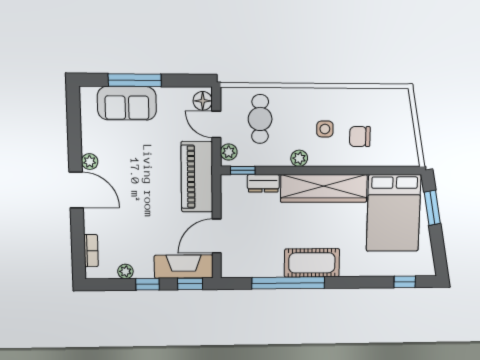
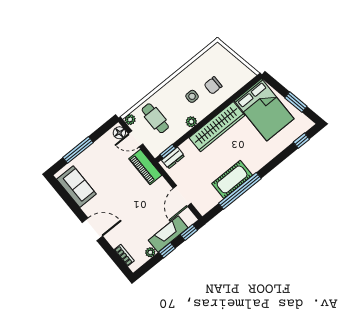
sofa: (127, 103) -> (76, 187), moved, turned -90
plant: (229, 152) -> (130, 120), moved
plant: (90, 162) -> (88, 209), removed
piano: (197, 177) -> (145, 167), width x0.73, depth x0.75
dresser: (263, 183) -> (173, 158), moved
window: (432, 208) -> (296, 102), moved
cot: (312, 263) -> (232, 179), moved
fireplace: (184, 267) -> (168, 234), moved

